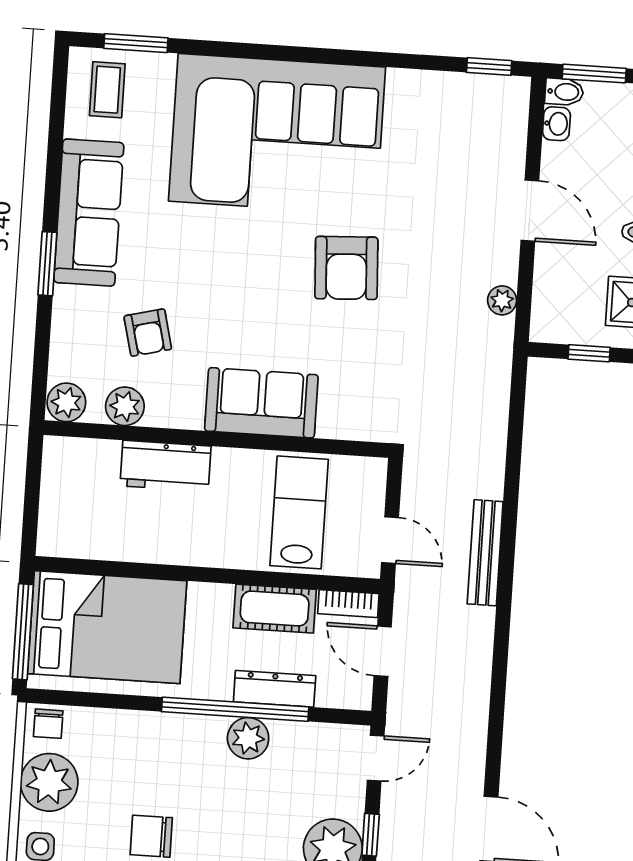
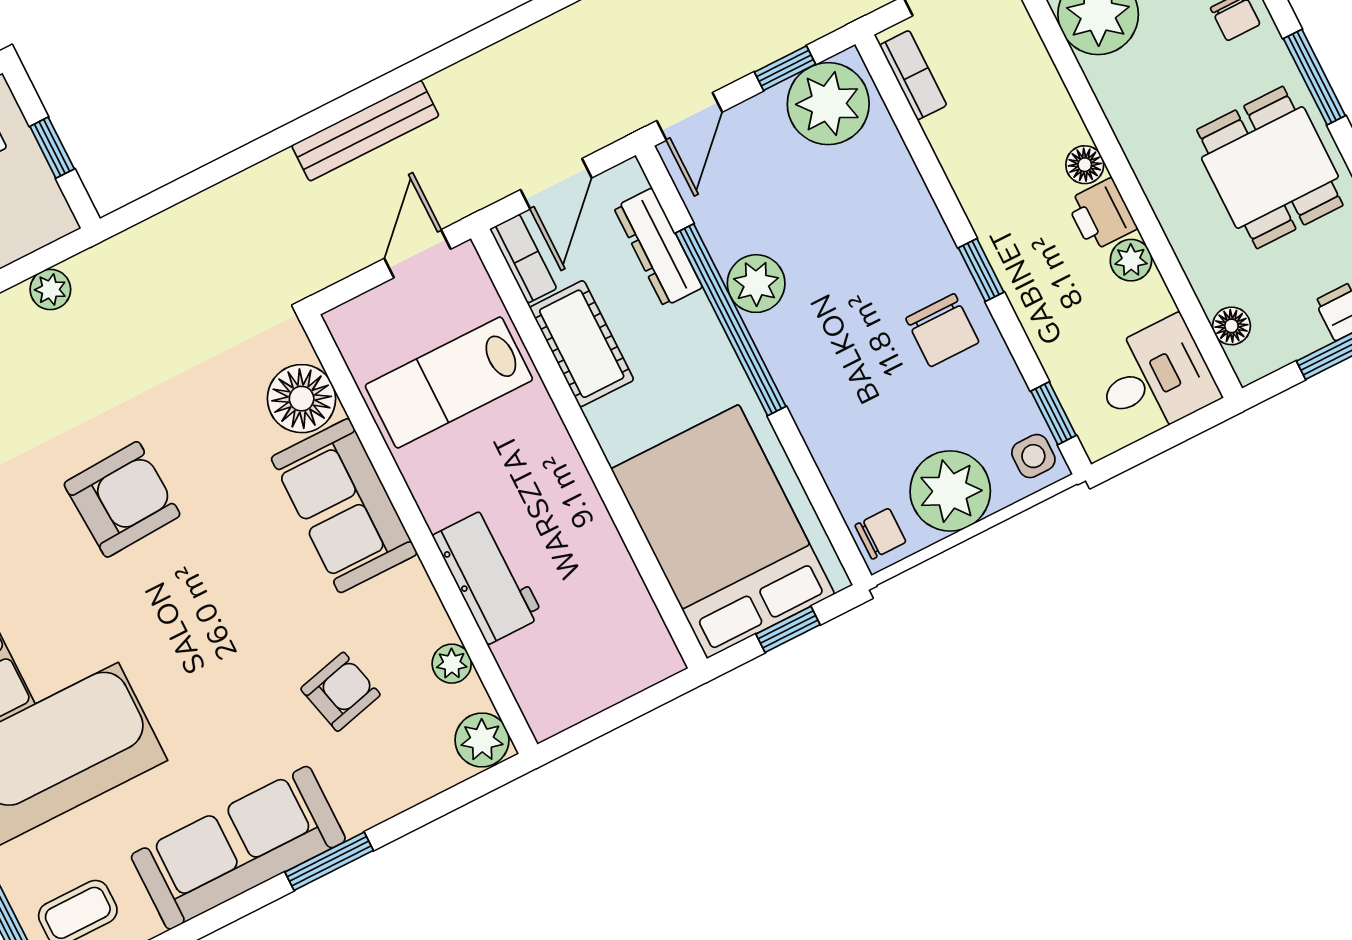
plant: (125, 406) -> (452, 664), width x0.73, depth x0.73
floor lamp: (343, 416) -> (302, 399), added
window: (23, 632) -> (788, 629), width x0.46
dresser: (275, 689) -> (658, 247), moved
door: (376, 758) -> (689, 116), swing flipped

